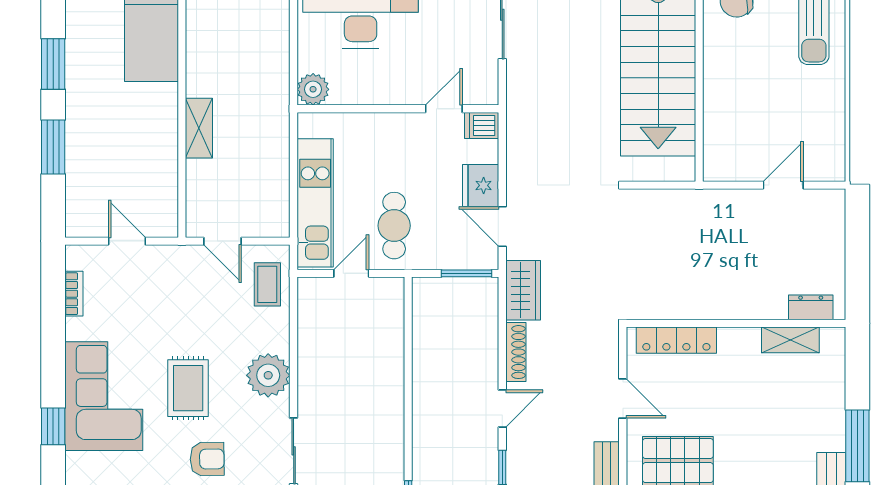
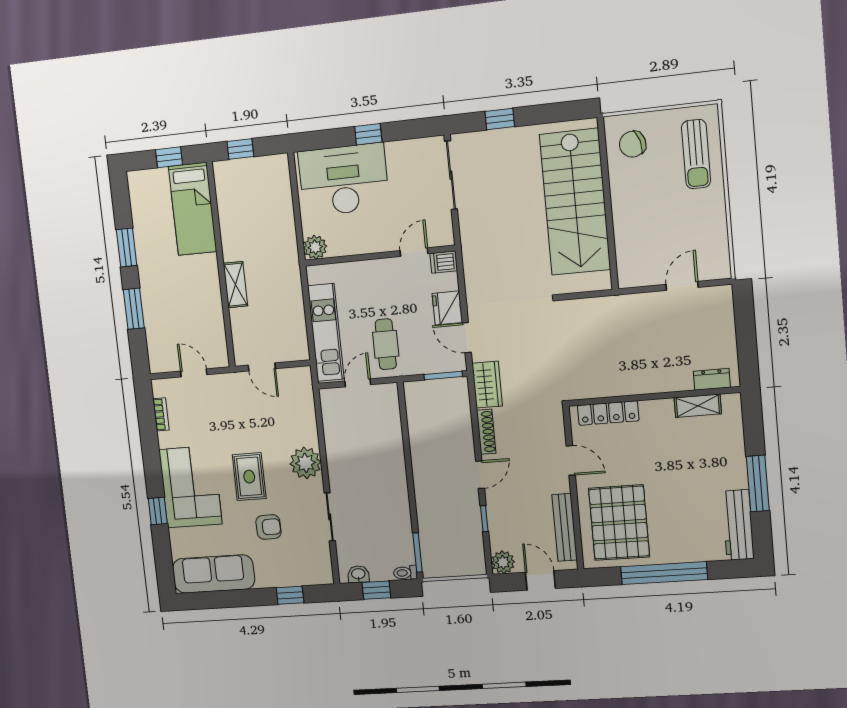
coffee table: (267, 284) -> (298, 396), removed

